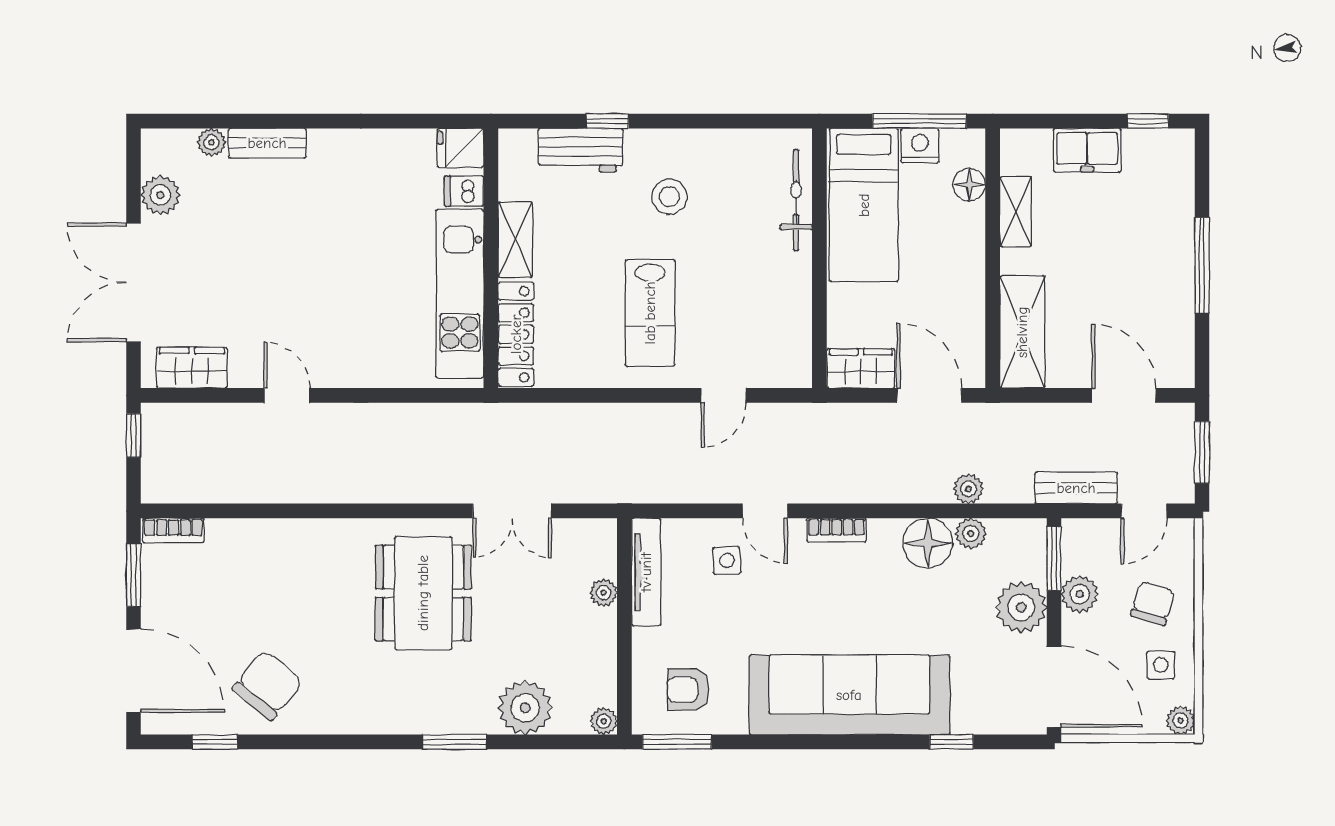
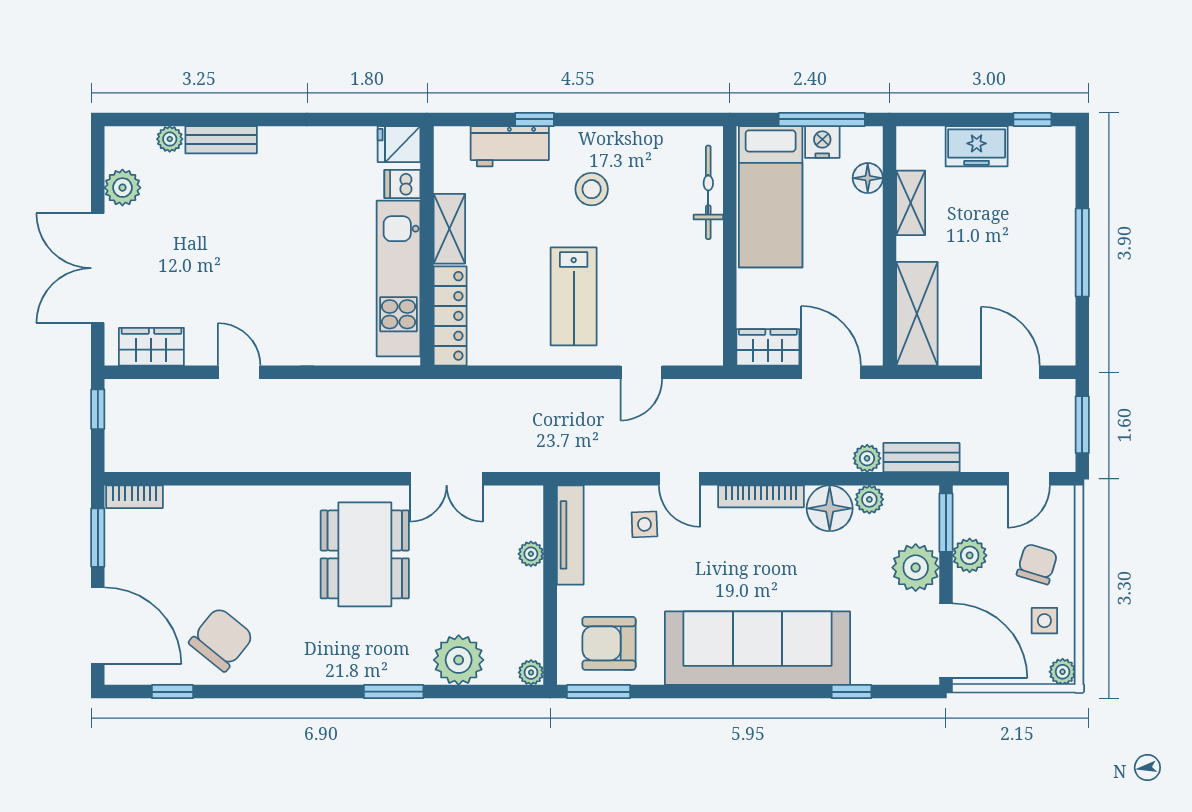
bench: (1076, 488) -> (921, 458), moved
bookcase: (837, 530) -> (761, 496), width x1.56
armchair: (688, 690) -> (609, 643), width x1.38, depth x1.38

